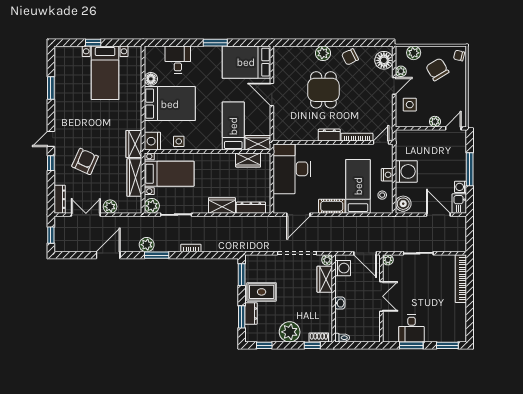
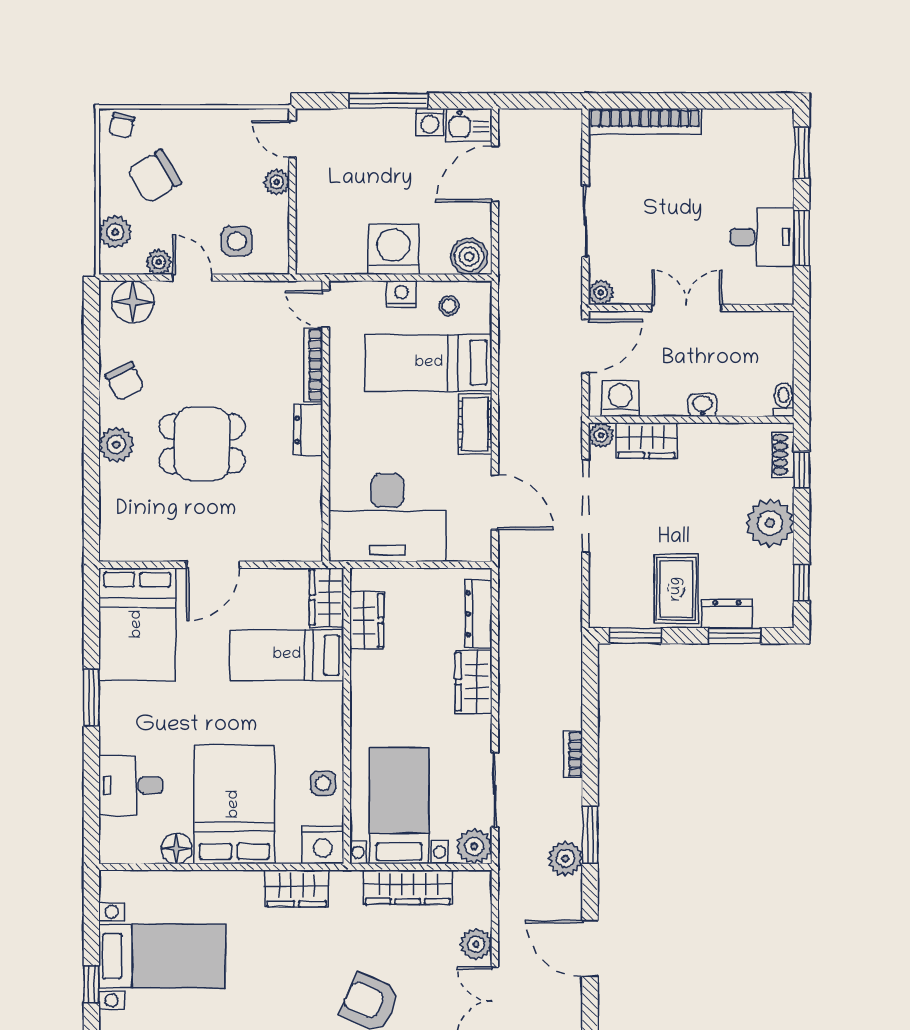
wardrobe: (134, 144) -> (297, 888), moved

